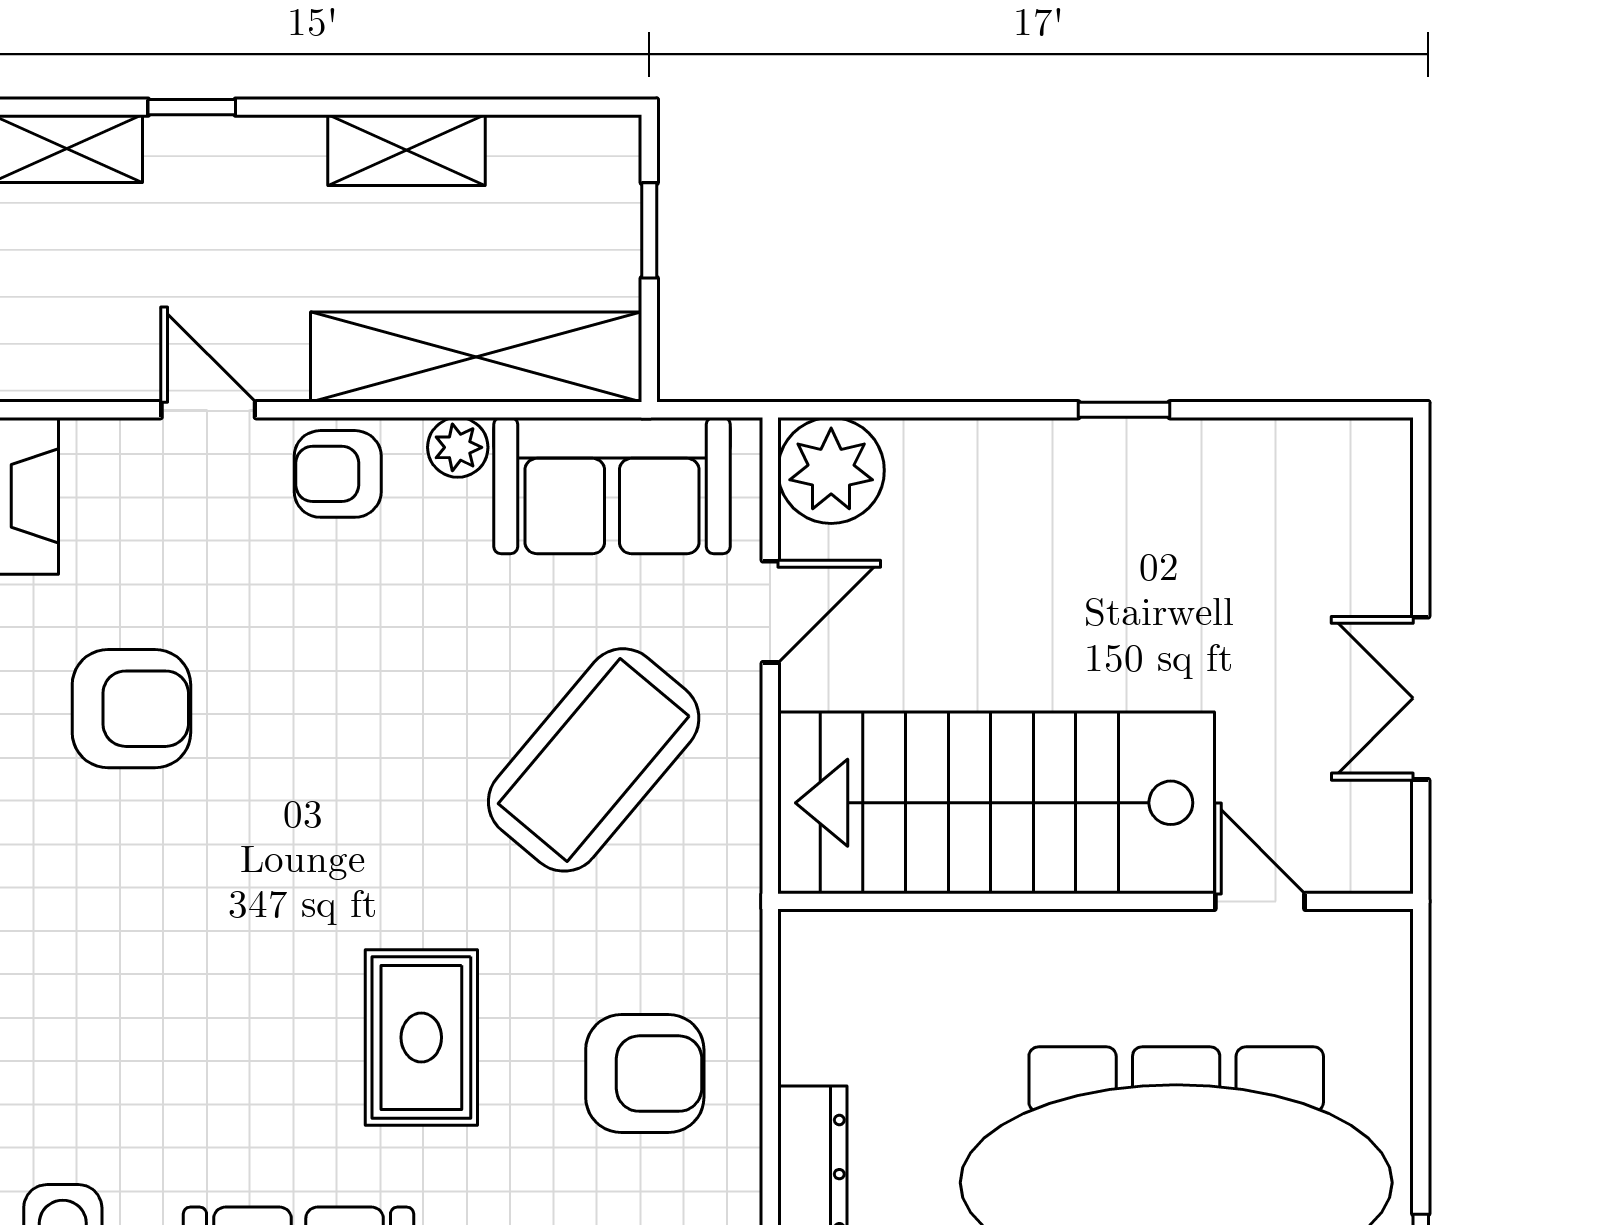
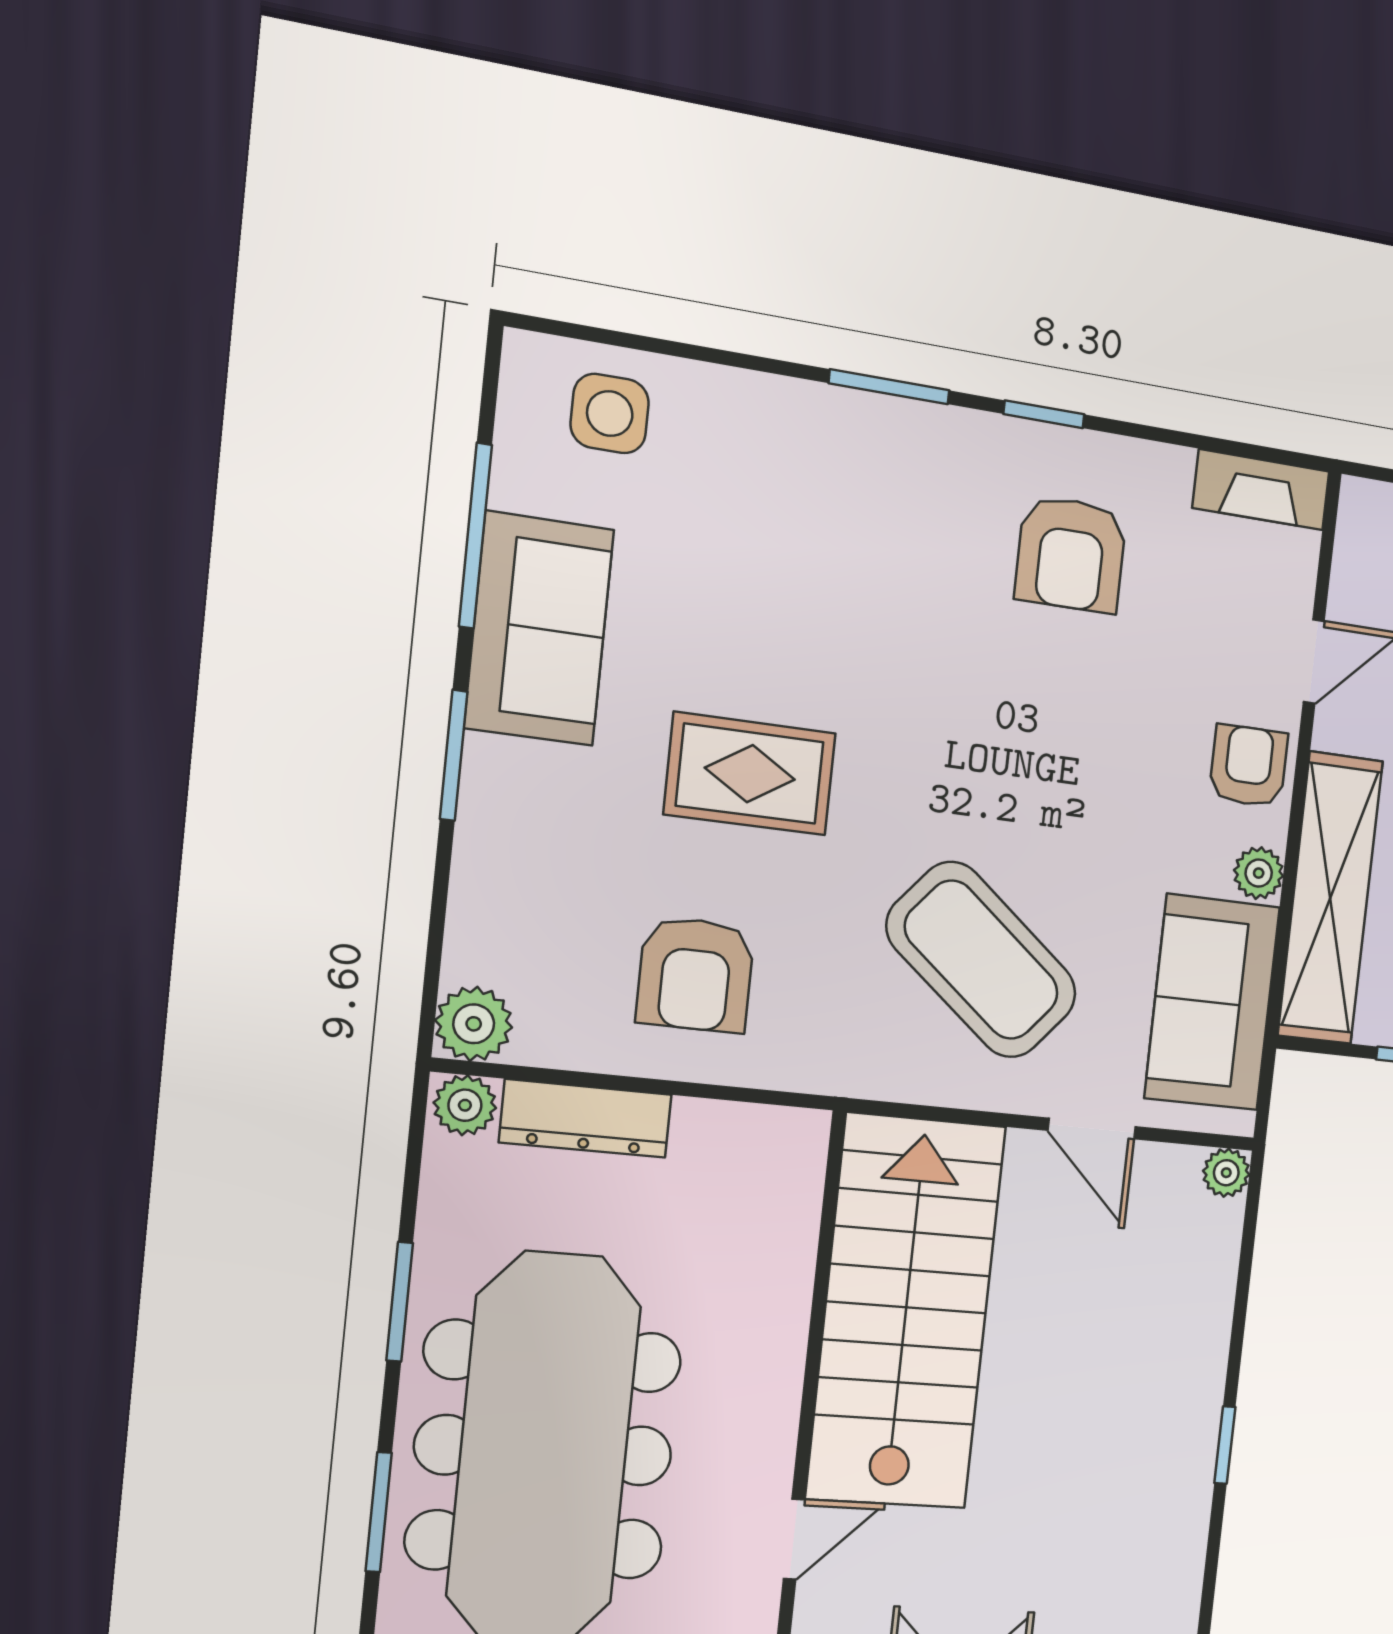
plant: (831, 470) -> (1226, 1173), width x0.53, depth x0.53

